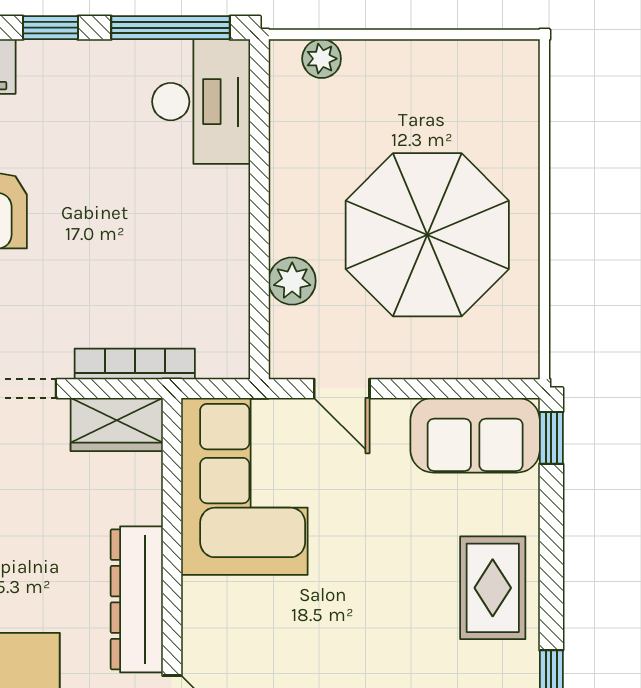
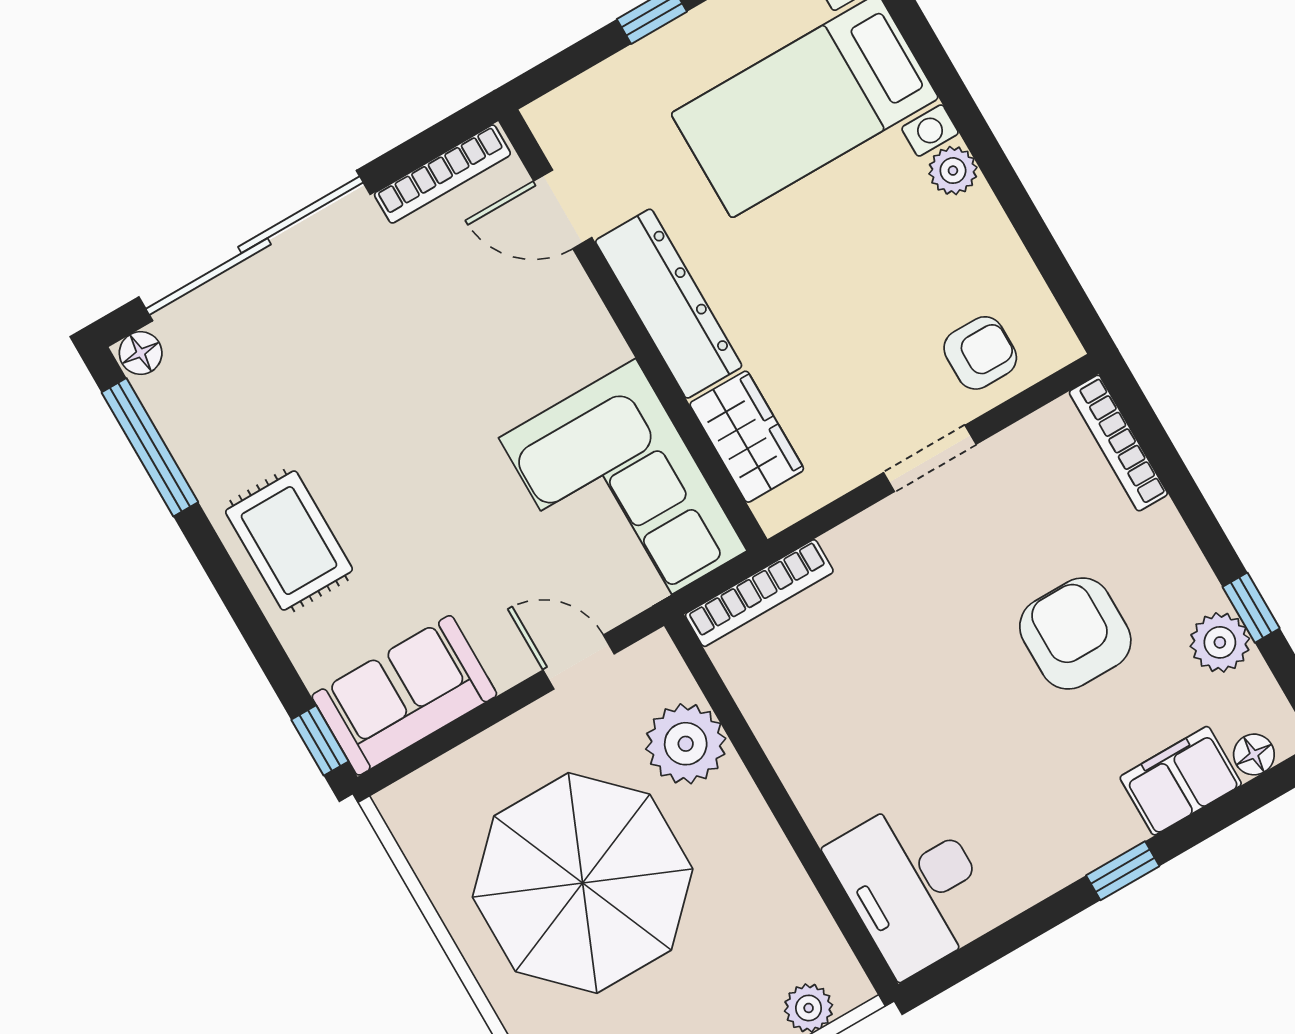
window: (171, 28) -> (992, 946), removed
plant: (292, 281) -> (686, 744), width x1.36, depth x1.36
bookcase: (135, 364) -> (759, 593), moved
wardrobe: (117, 424) -> (747, 437), moved, turned 90

